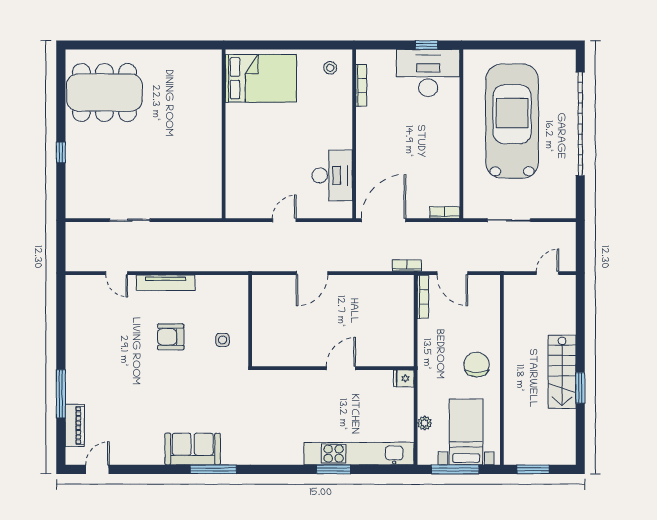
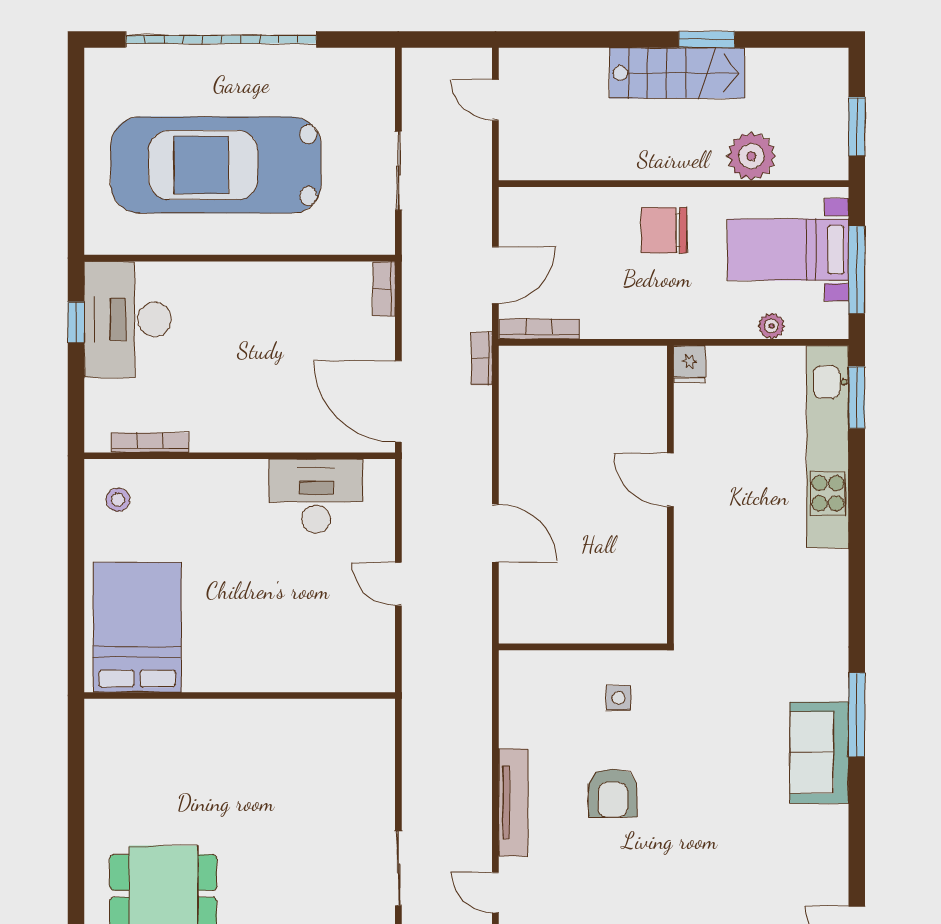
door: (117, 273) -> (495, 893), swing flipped
plant: (517, 412) -> (751, 156), added
window: (334, 469) -> (857, 398), moved

